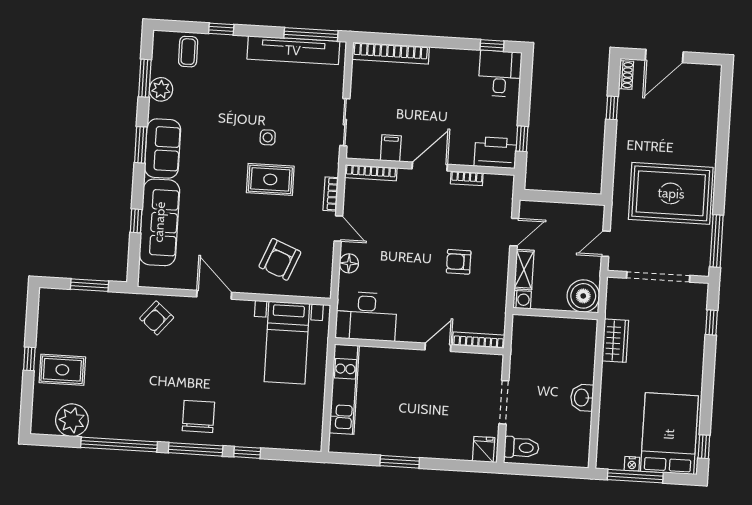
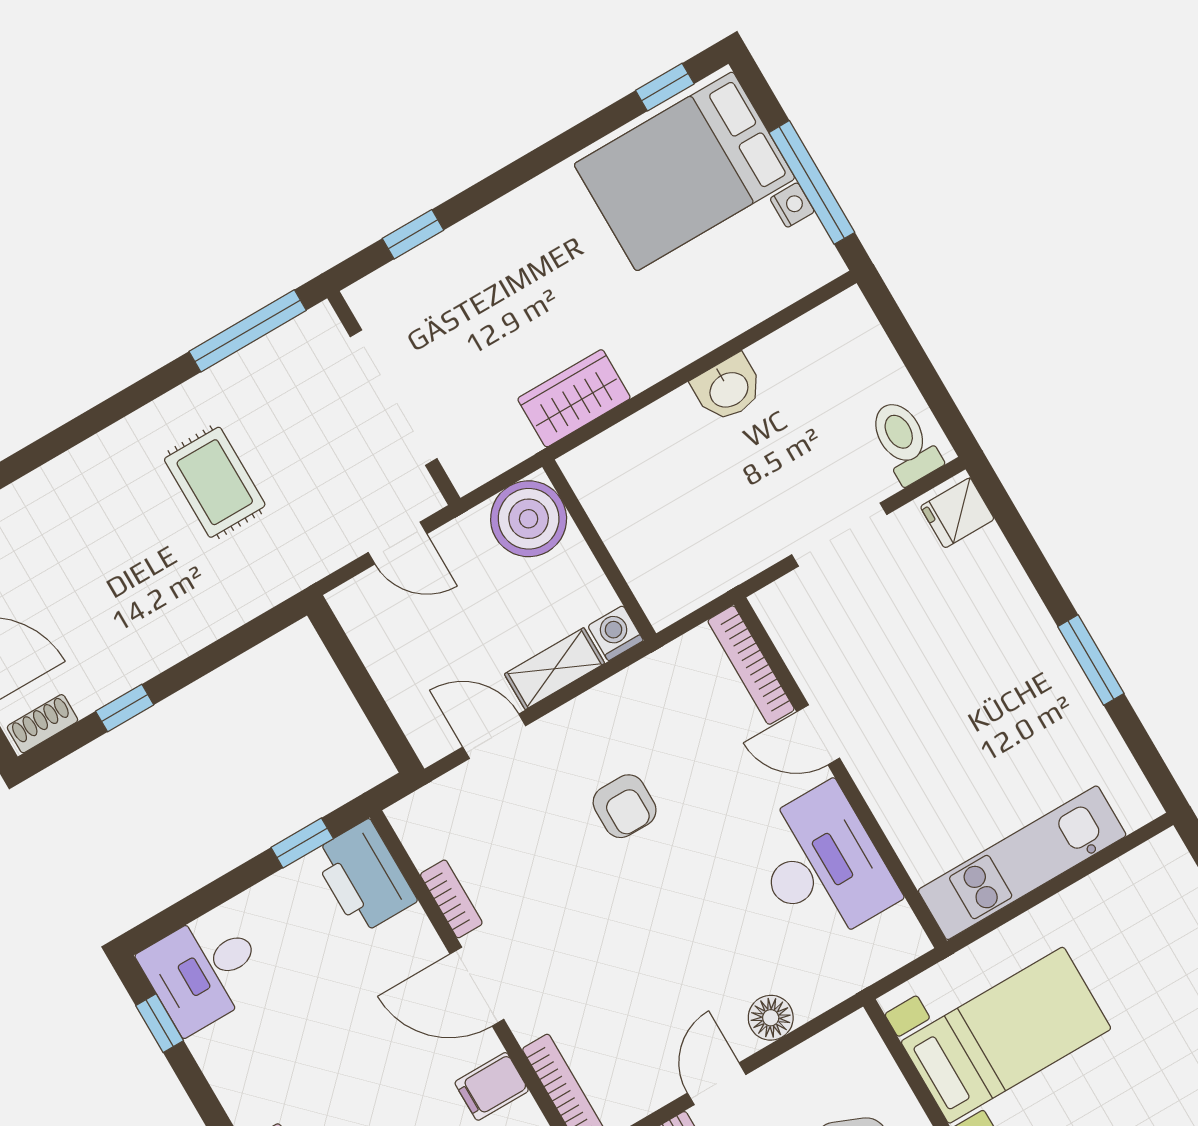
rug: (671, 193) -> (215, 482), width x0.54, depth x0.49
desk: (366, 316) -> (822, 865), moved

